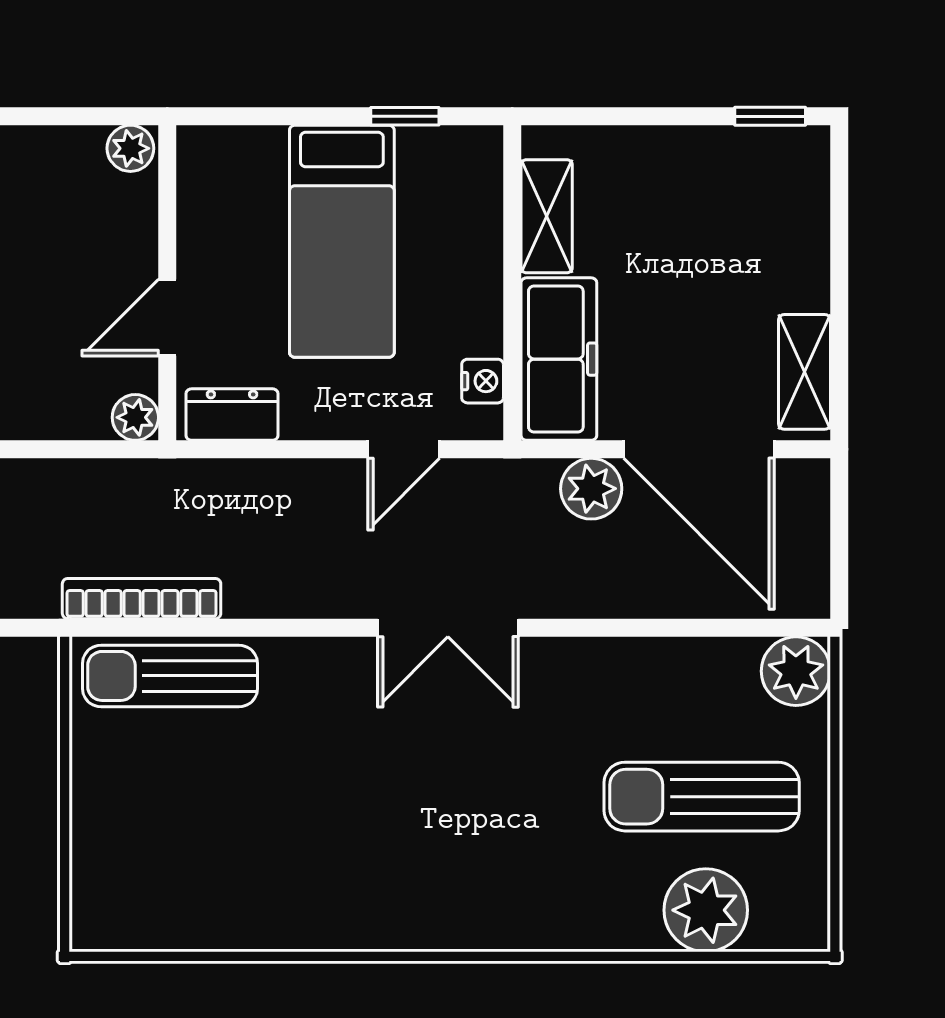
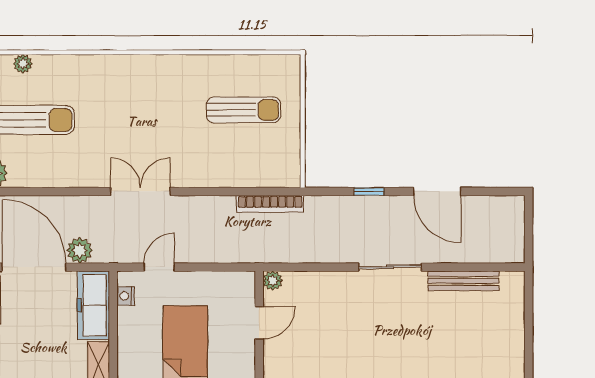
dresser: (232, 415) -> (232, 282), removed
sun lounger: (170, 676) -> (243, 110), moved
plant: (706, 910) -> (23, 64), width x0.53, depth x0.53

